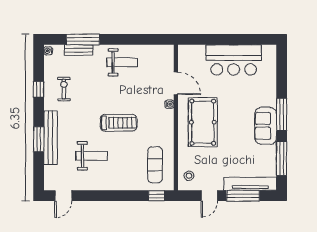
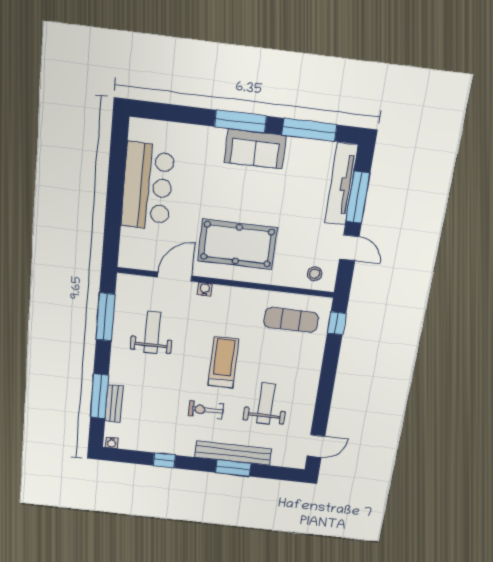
window: (142, 39) -> (105, 317), added
weight bench: (122, 62) -> (152, 332), moved
exercise bike: (64, 89) -> (206, 410), moved
door: (63, 196) -> (316, 446), hinge flipped

